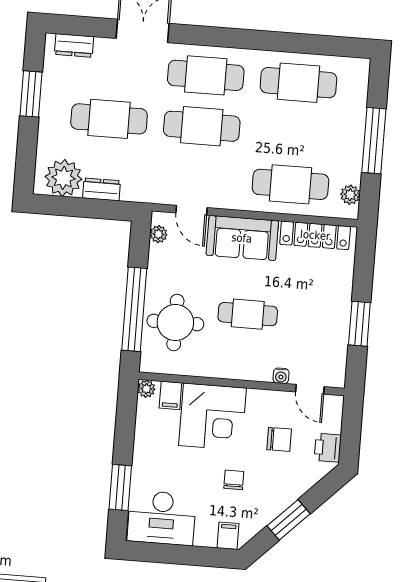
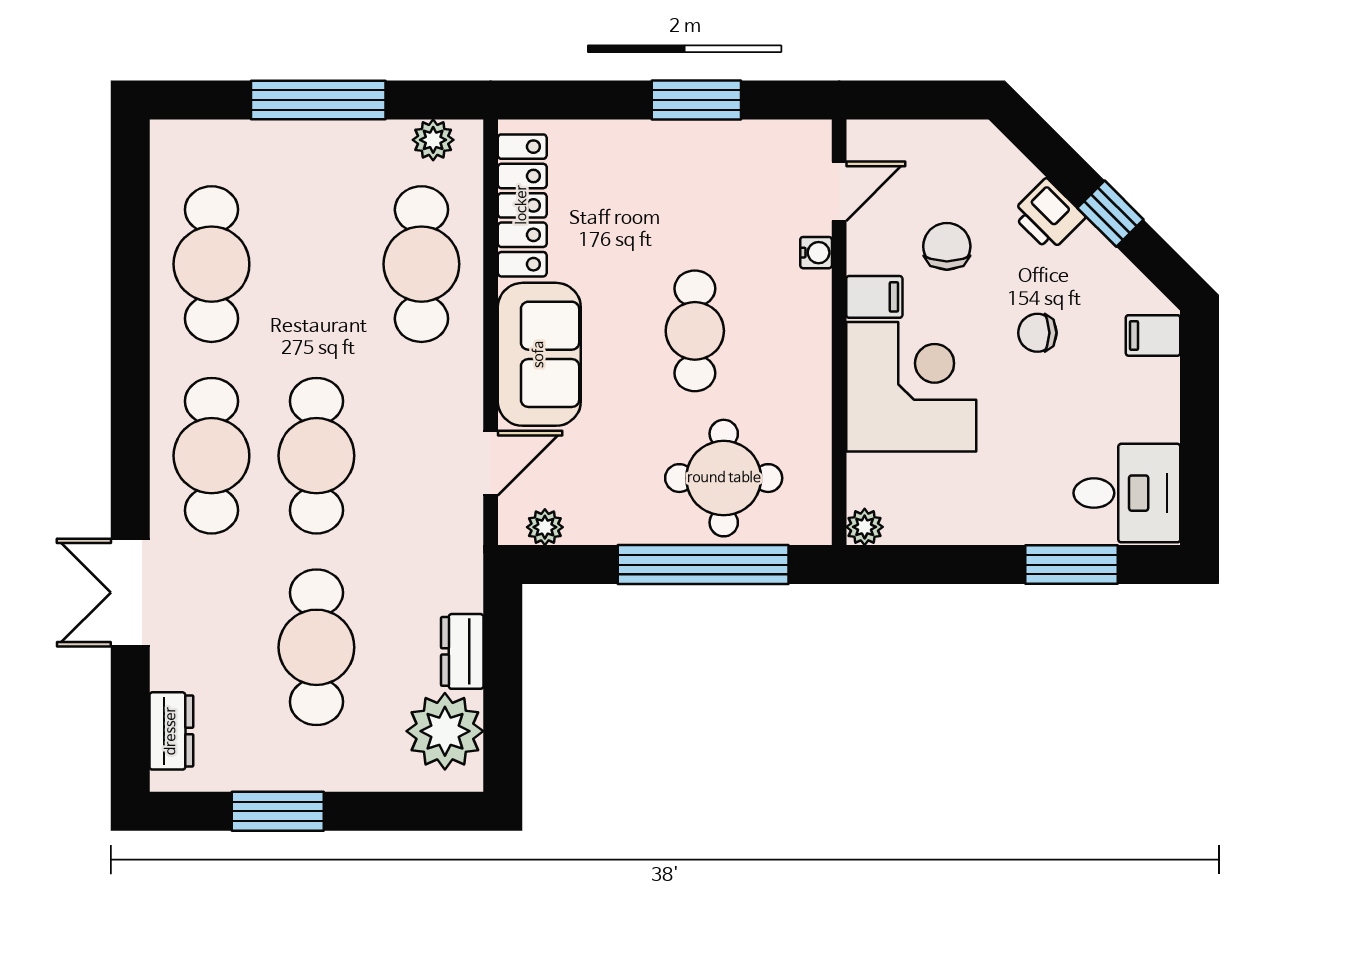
filing cabinet: (170, 395) -> (874, 297), moved
printer: (328, 448) -> (1048, 215), moved, turned 45
desk: (162, 518) -> (1127, 493), width x0.73
window: (289, 520) -> (1110, 214), width x0.67

